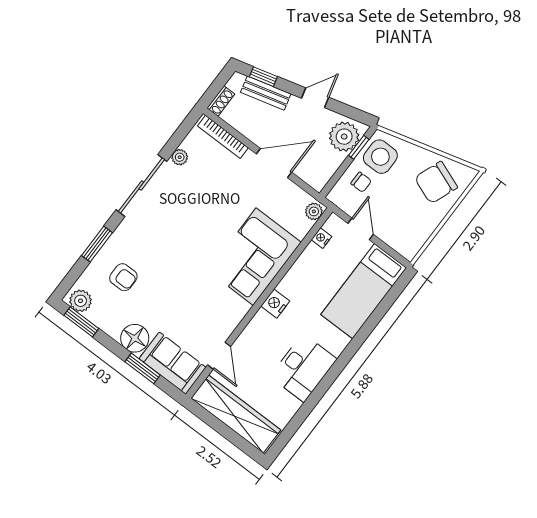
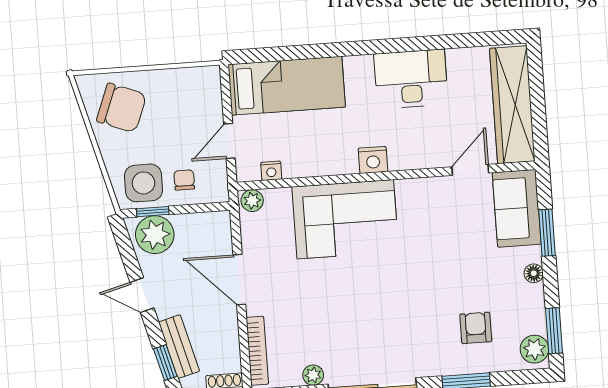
floor lamp: (135, 338) -> (534, 273), width x0.53, depth x0.53

